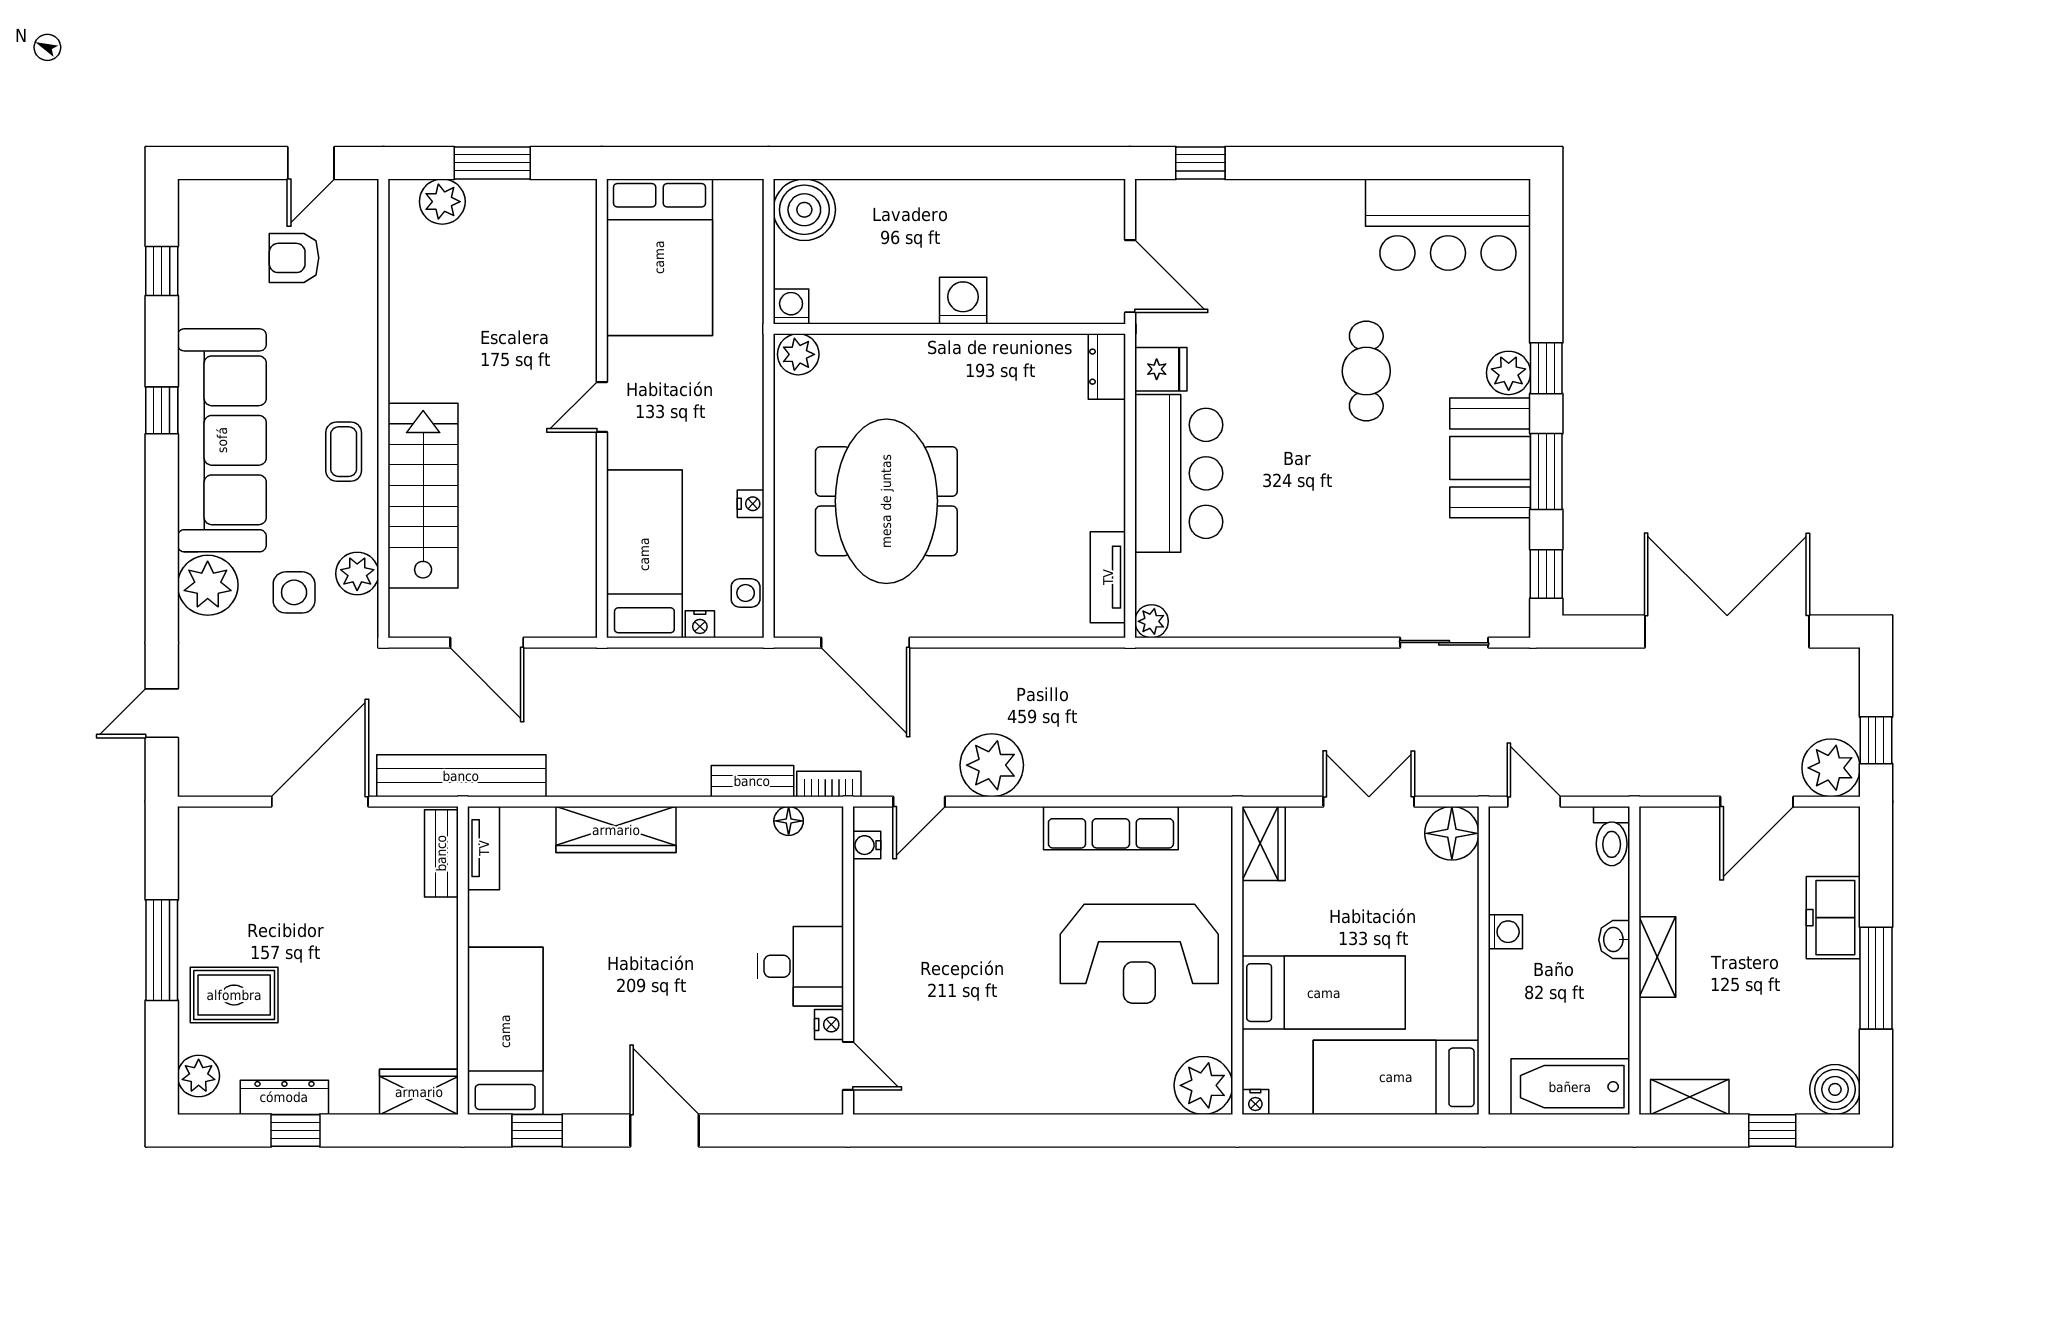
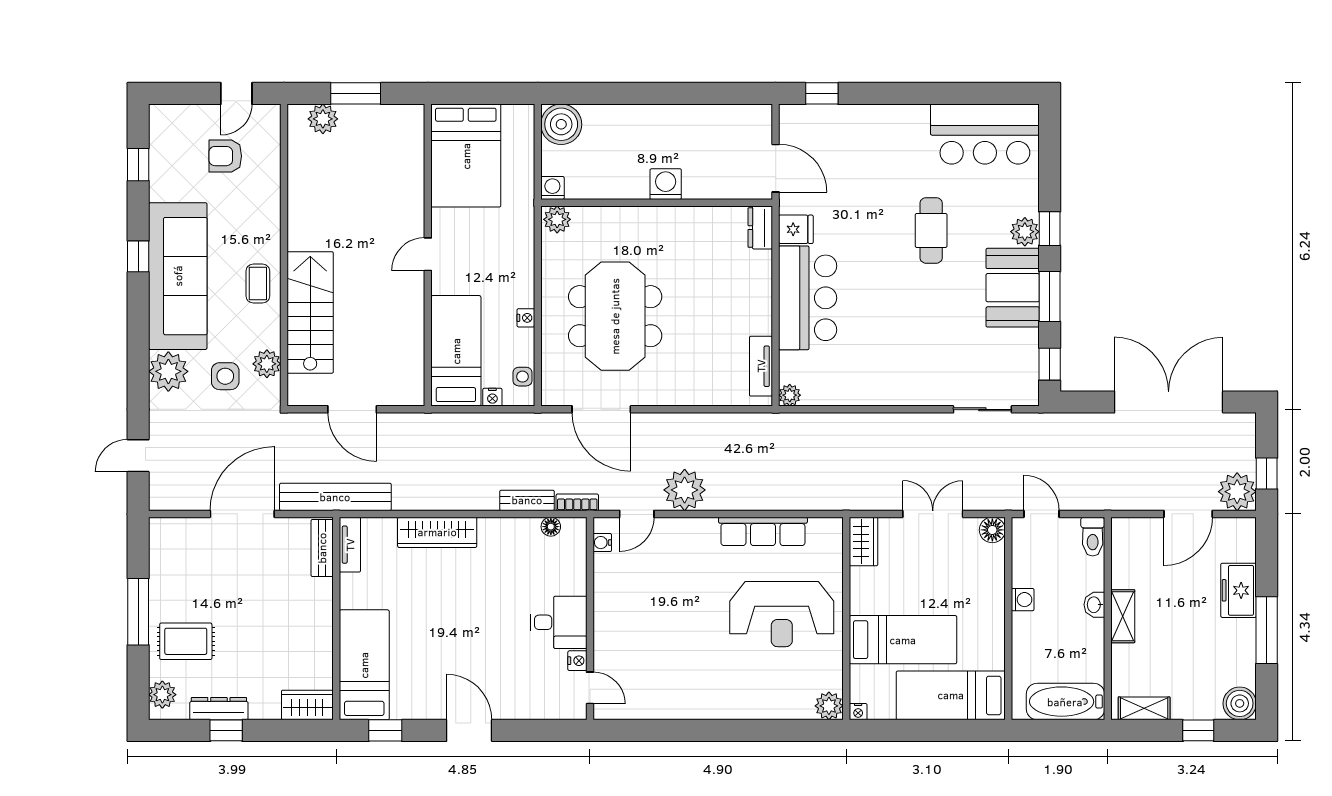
floor lamp: (1452, 833) -> (992, 530), width x0.73, depth x0.73
plant: (1203, 1085) -> (829, 706), width x0.73, depth x0.73

